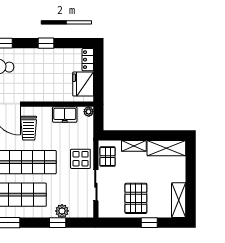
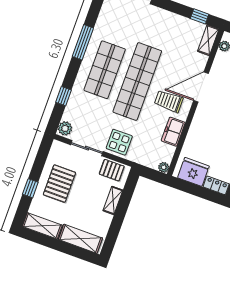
freezer: (65, 115) -> (173, 132), moved
shelving: (166, 148) -> (80, 239), moved, turned 90
pallet: (136, 198) -> (59, 184), turned 90
plant: (62, 211) -> (65, 128), moved

